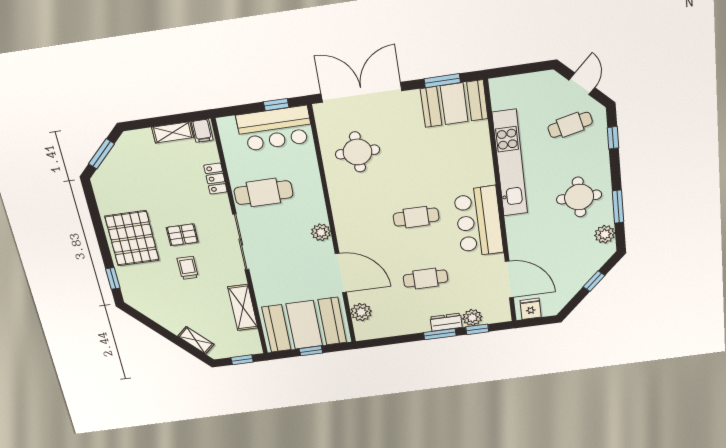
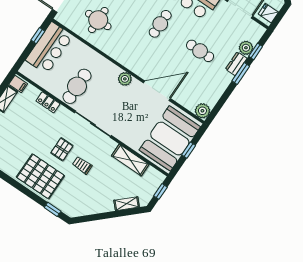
cafe table: (425, 279) -> (200, 51), turned 90
plant: (361, 312) -> (202, 111), moved

